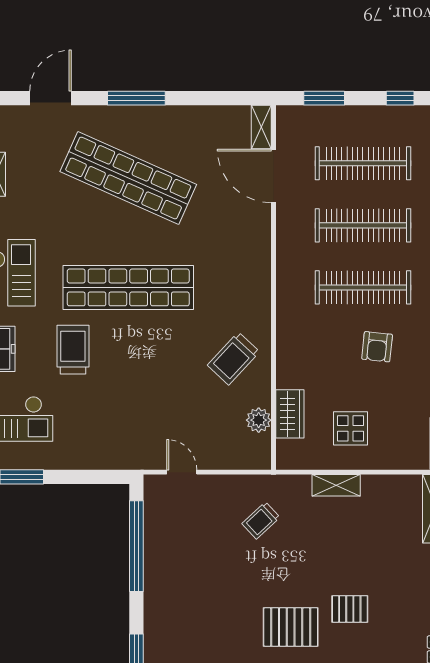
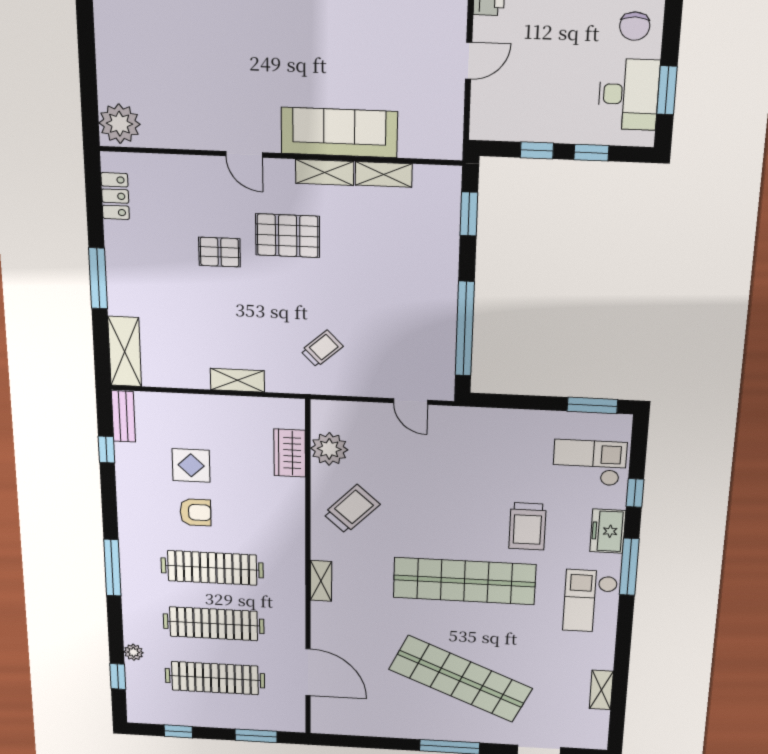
shelving: (261, 127) -> (321, 581), moved
armchair: (377, 347) -> (196, 512), turned 84
plant: (259, 420) -> (329, 449), width x1.36, depth x1.36
display table: (350, 428) -> (191, 465), moved

